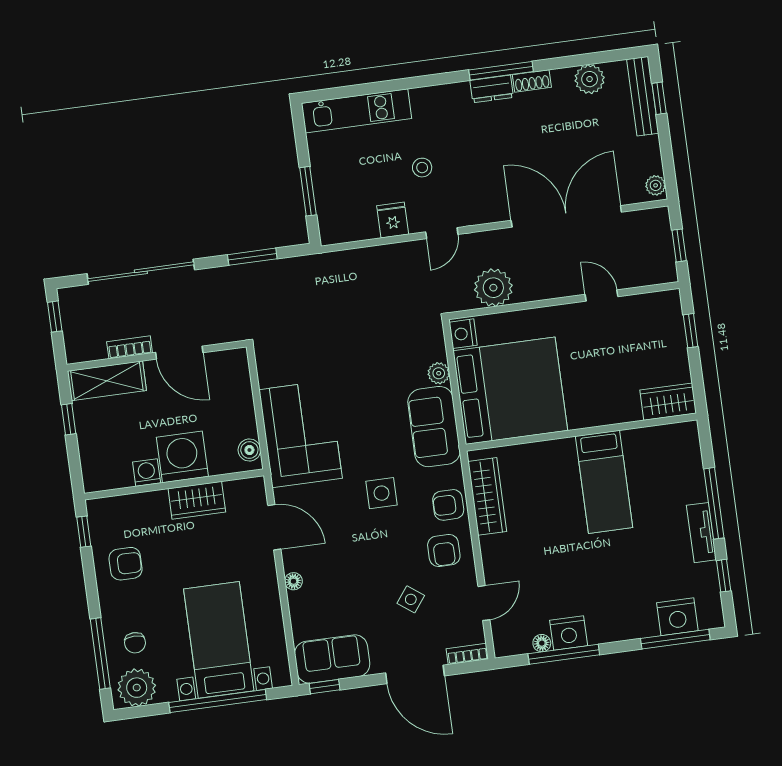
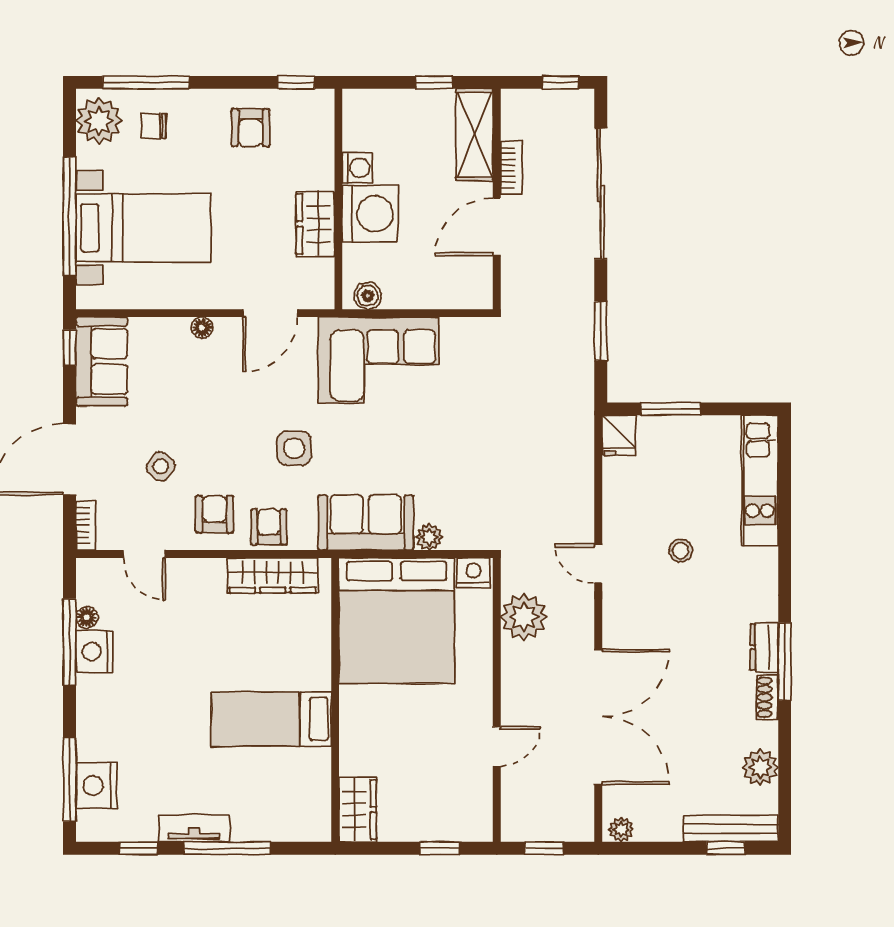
fridge: (393, 220) -> (619, 435), moved, turned 90
armchair: (444, 550) -> (214, 514), turned 90

